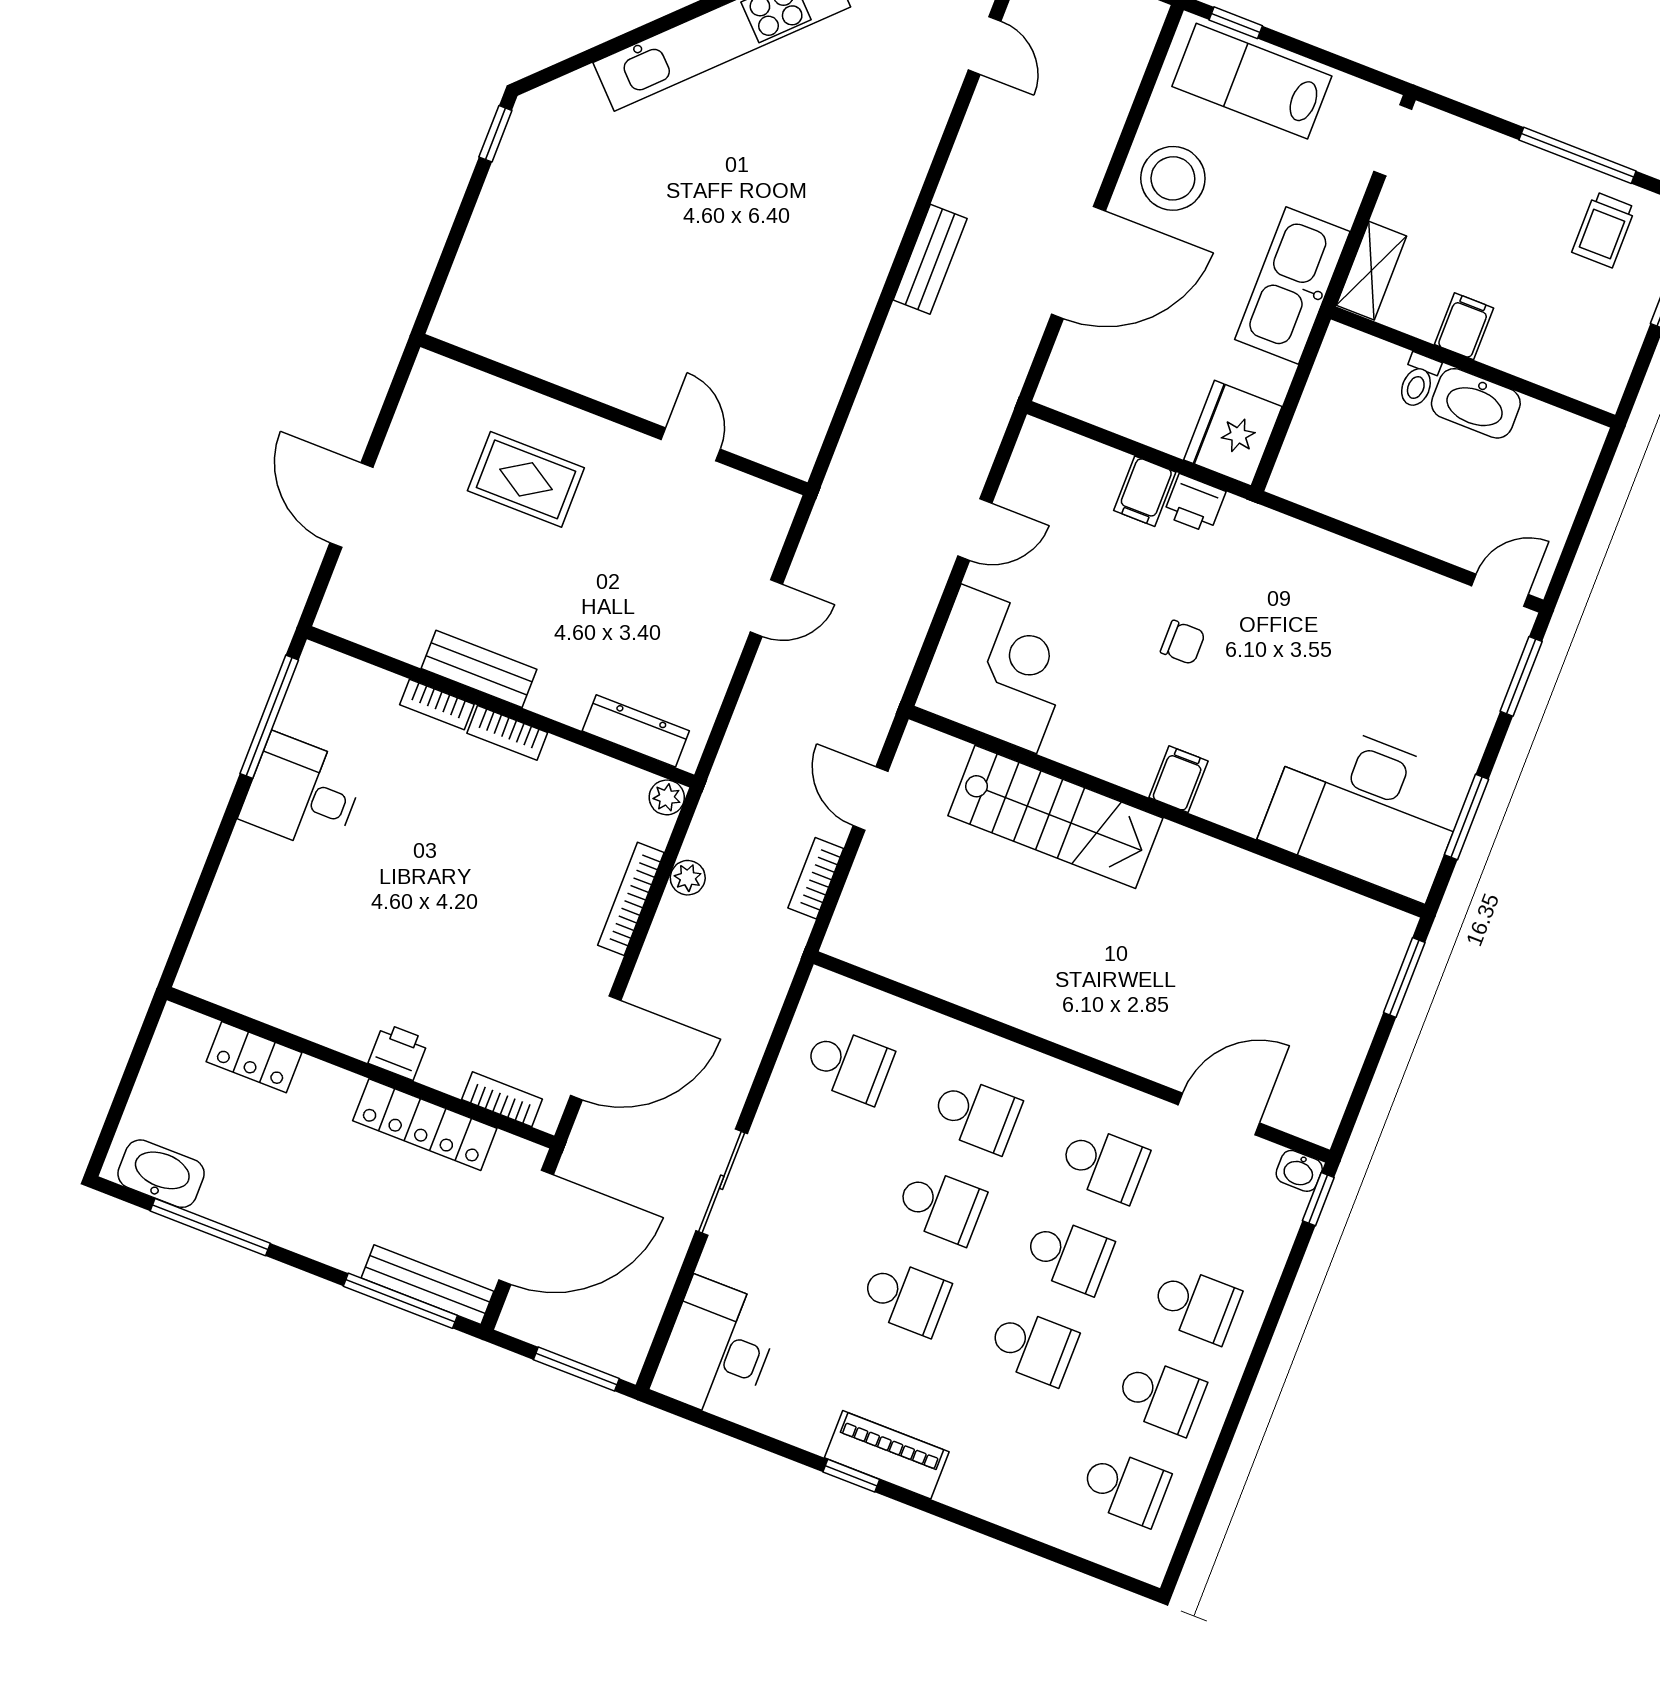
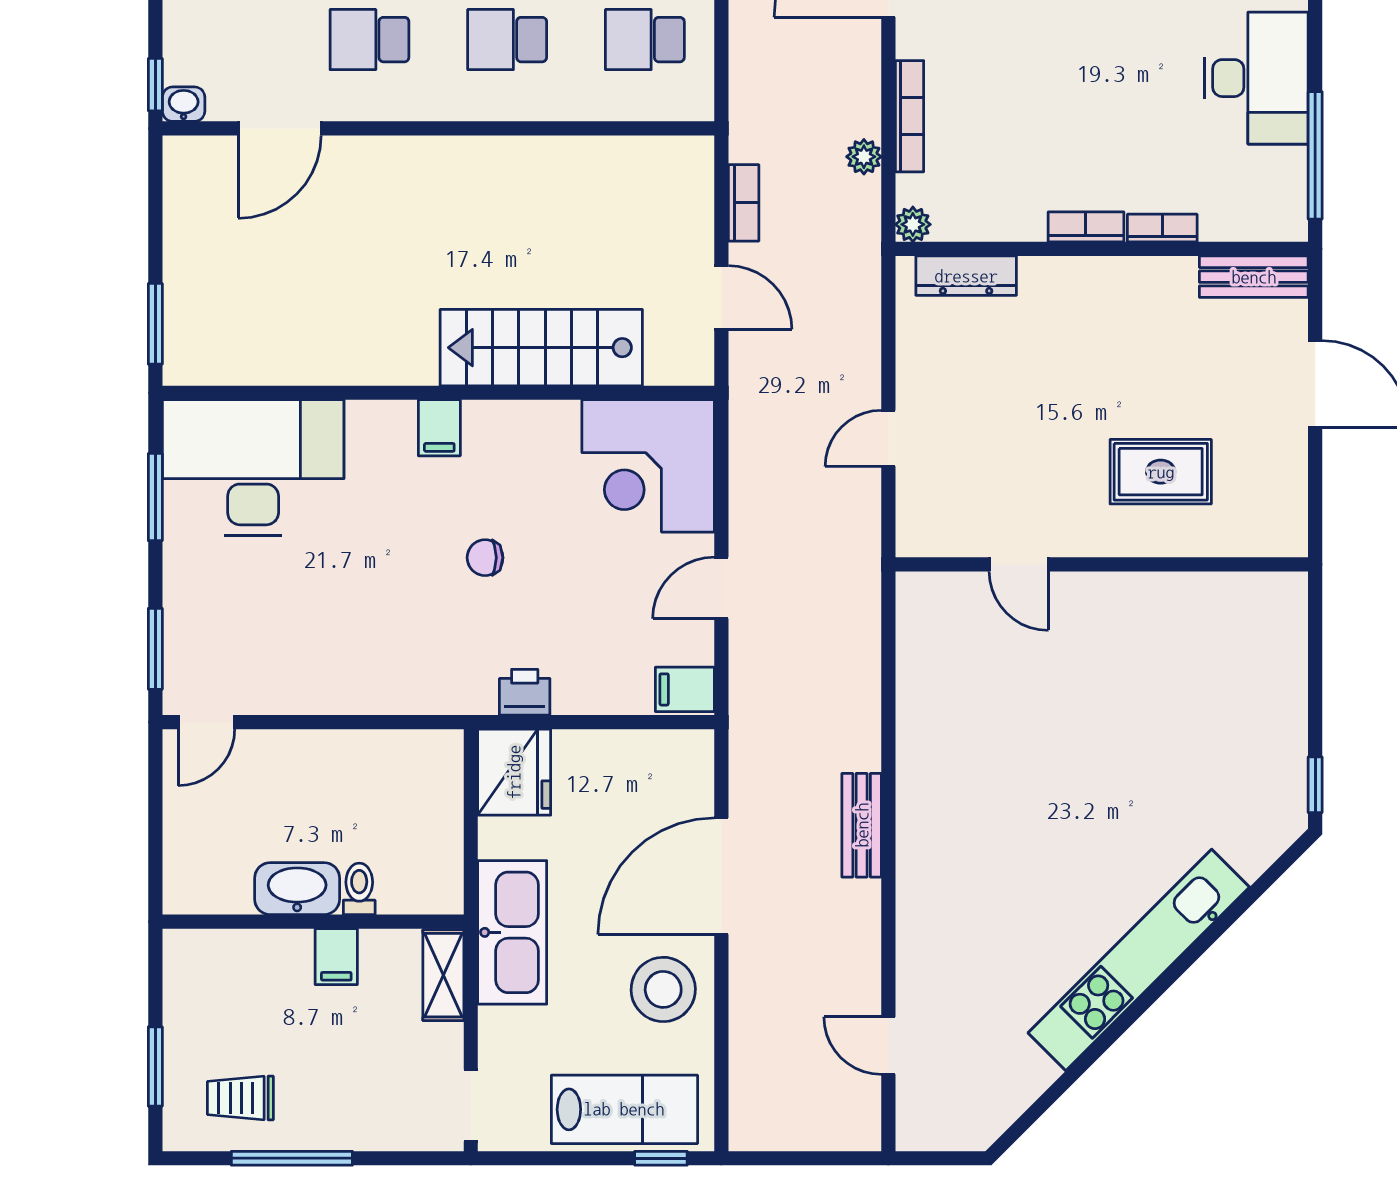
trolley: (1604, 230) -> (240, 1098), turned -90
filing cabinet: (1145, 491) -> (685, 689), moved, turned -90
bench: (479, 669) -> (1254, 277), moved
desk: (302, 793) -> (1256, 78), width x1.37

